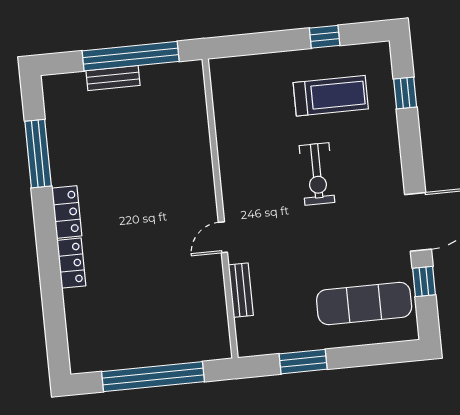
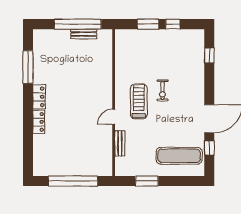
window: (274, 42) -> (148, 24), added
bench: (113, 78) -> (84, 34), moved
treadmill: (331, 96) -> (139, 101), moved, turned -90
exercise bike: (317, 174) -> (163, 90), width x0.73, depth x0.72

